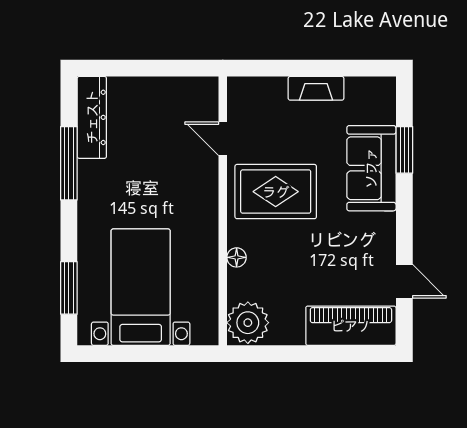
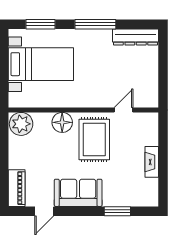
window: (69, 163) -> (95, 24), moved
sofa: (371, 168) -> (78, 193), moved
floor lamp: (237, 257) -> (62, 122), width x1.89, depth x1.89
piano: (351, 326) -> (17, 188), width x0.73, depth x0.75

